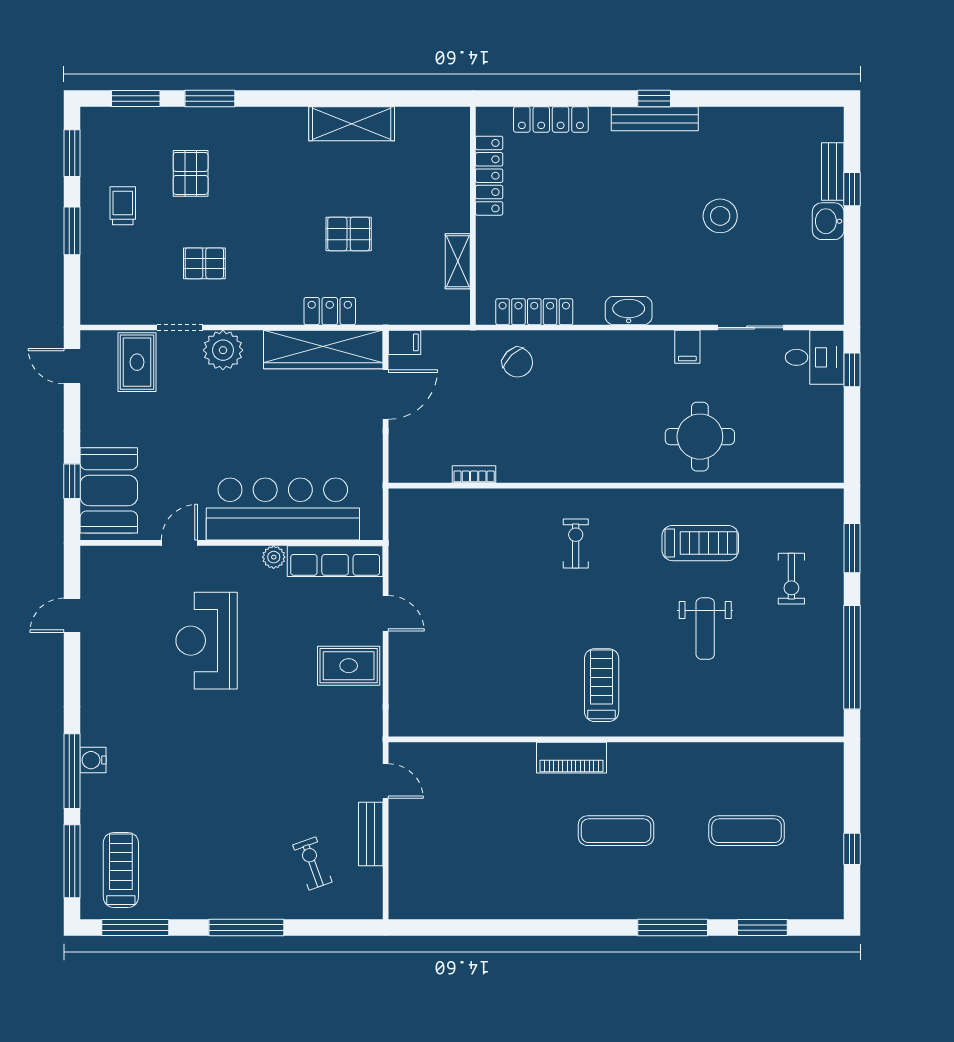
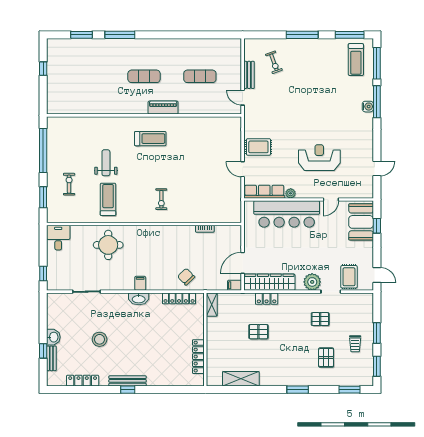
window: (210, 98) -> (298, 390), moved
locker: (551, 119) -> (83, 381), moved
shelving: (352, 124) -> (241, 379), moved
shelving: (458, 261) -> (212, 305), moved
filing cabinet: (687, 347) -> (140, 283), moved
desk: (815, 357) -> (58, 238), moved, turned 90
treadmill: (700, 543) -> (108, 199), turned 90
reception desk: (207, 641) -> (319, 158), turned -90
treadmill: (602, 685) -> (150, 139), turned -90
exercise mat: (747, 831) -> (200, 76), moved

